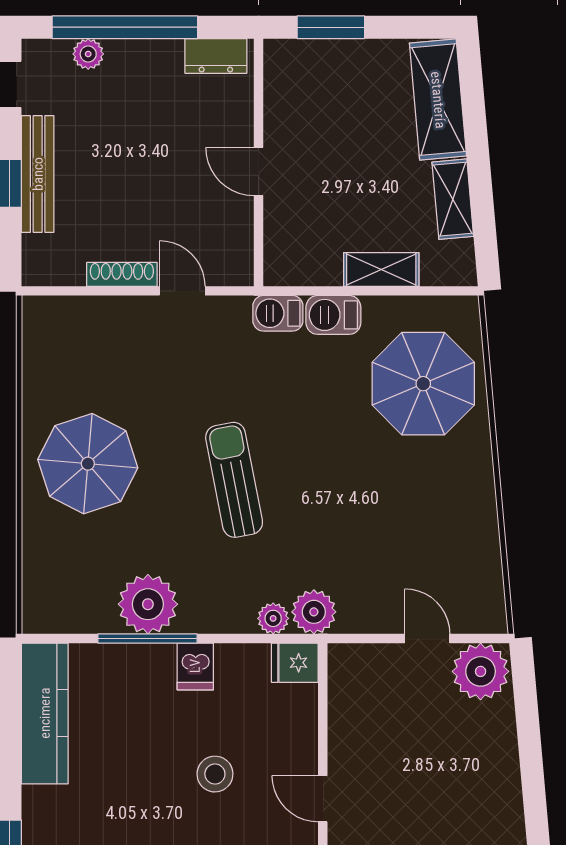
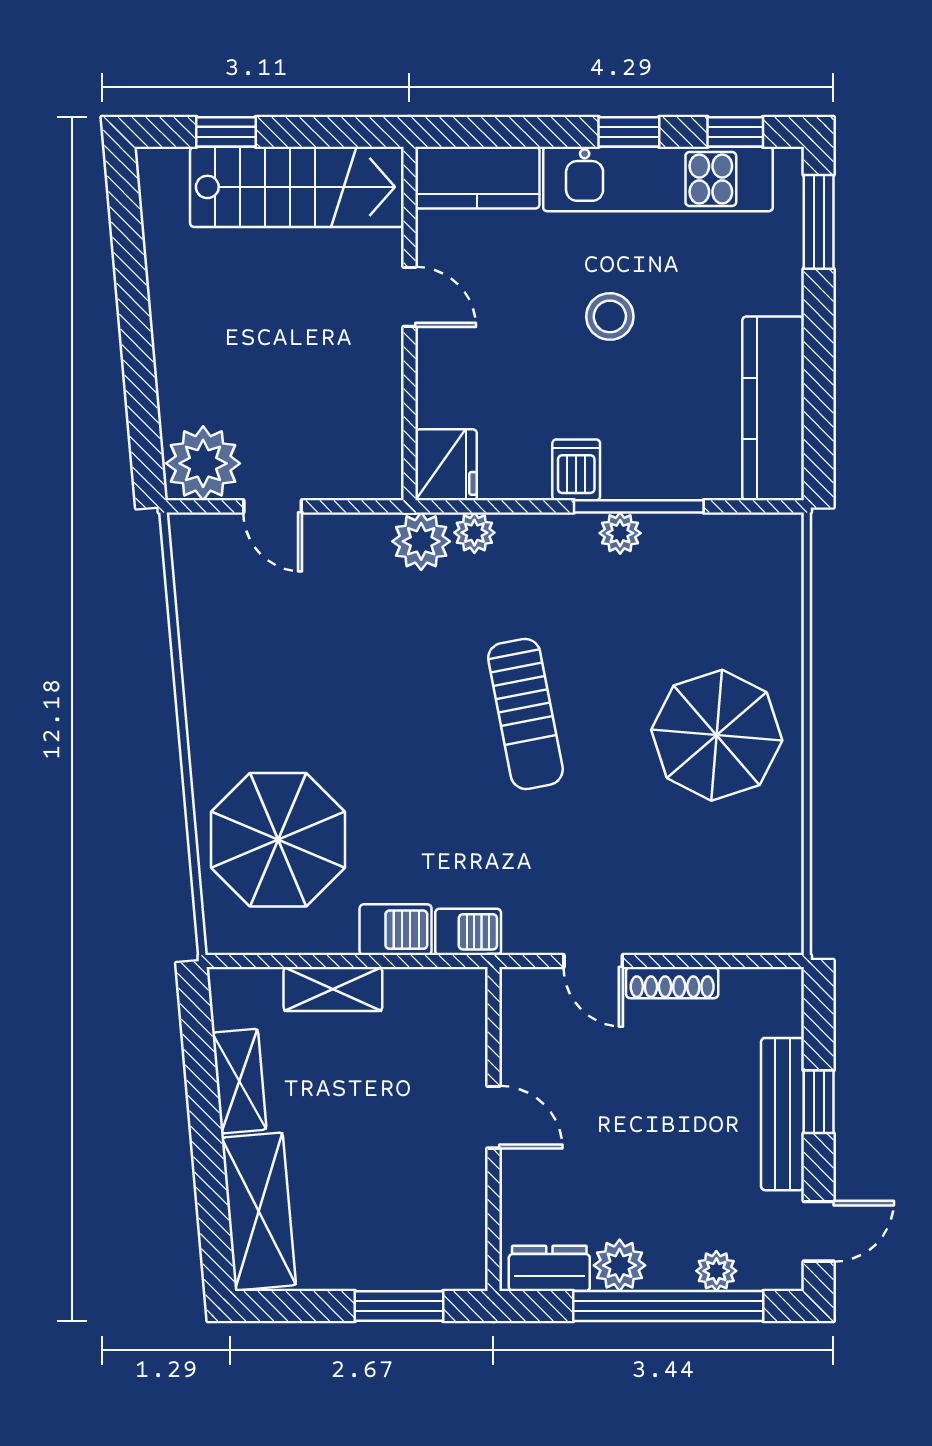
plant: (162, 58) -> (620, 1265), added
plant: (148, 604) -> (620, 533), width x0.53, depth x0.53
fridge: (295, 663) -> (446, 465), width x1.38
stool: (215, 774) -> (610, 316), moved

